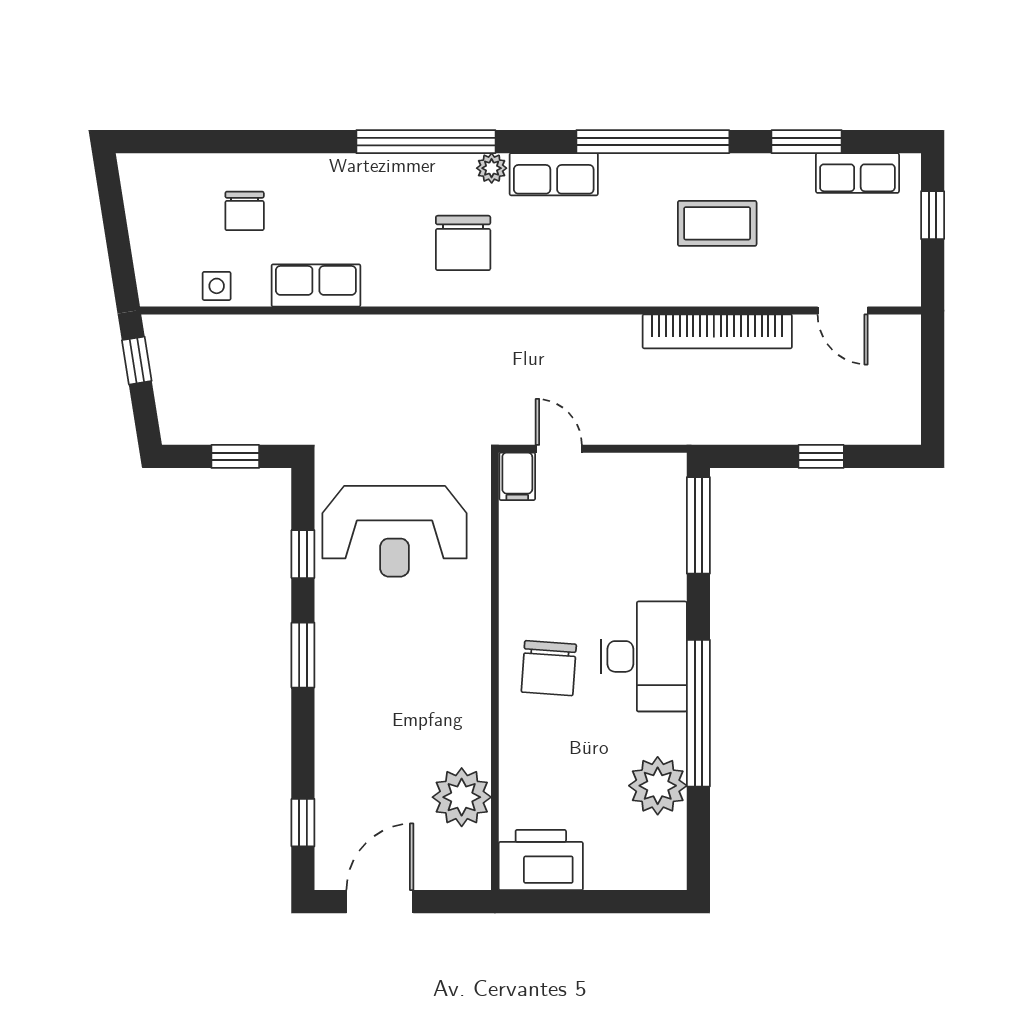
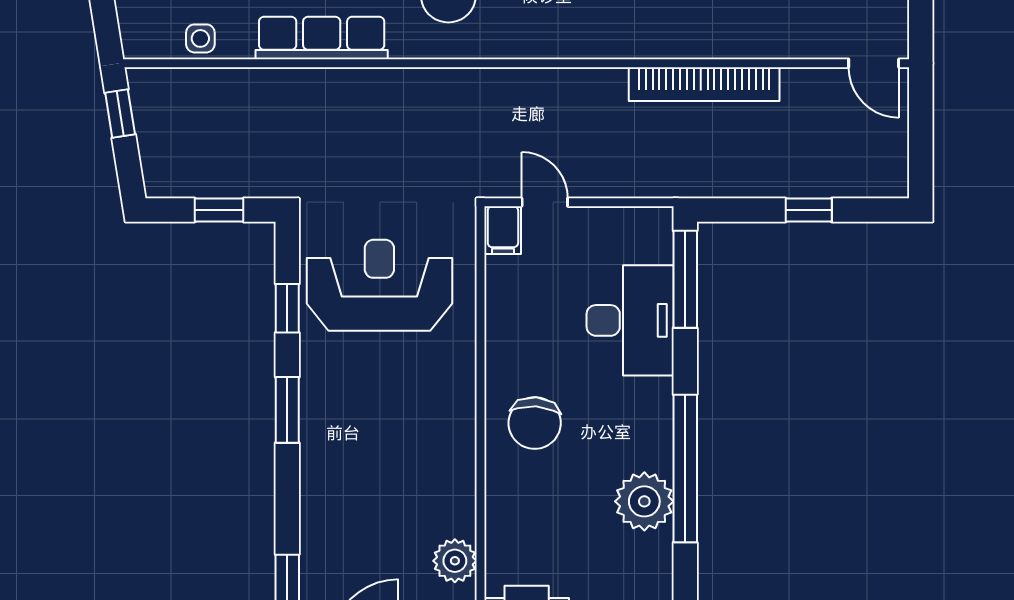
row of seats: (316, 285) -> (322, 38), width x1.48
door: (843, 311) -> (874, 63), moved
reception desk: (395, 531) -> (379, 285), turned 180
desk: (644, 656) -> (630, 320), moved
plant: (658, 786) -> (644, 501), moved
plant: (462, 797) -> (455, 561), width x0.73, depth x0.73

